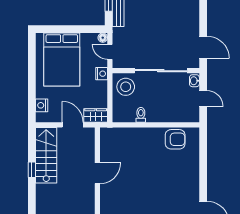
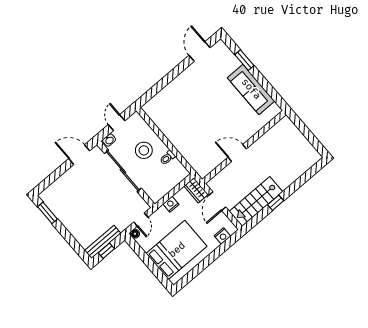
door: (203, 47) -> (79, 155), hinge flipped
nightstand: (102, 74) -> (171, 204), moved
stool: (126, 87) -> (144, 150), moved
armchair: (175, 139) -> (164, 117), removed

